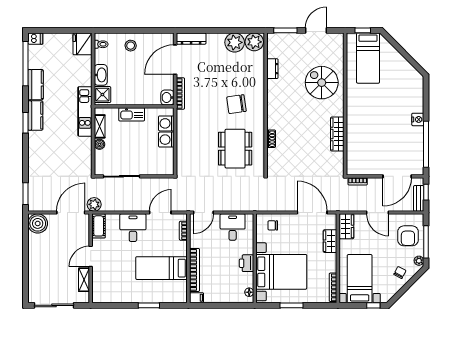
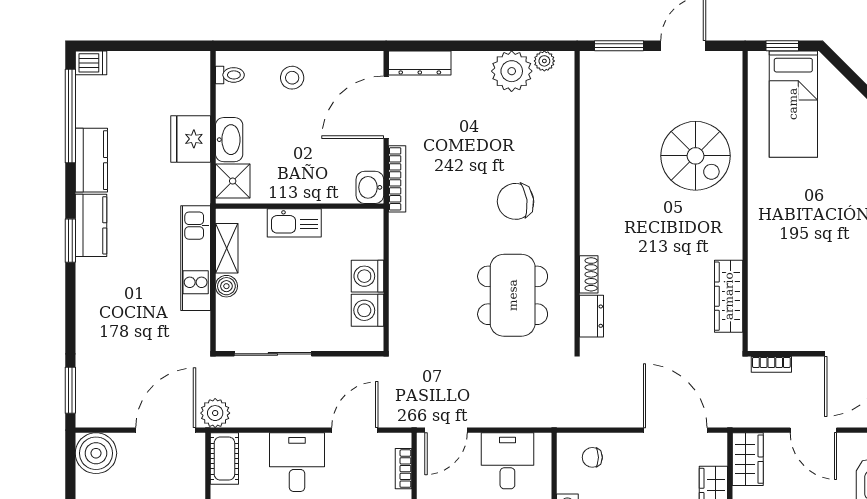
plant: (254, 42) -> (544, 61), width x0.53, depth x0.53
fridge: (83, 44) -> (191, 139), moved
dresser: (272, 69) -> (591, 316), moved
spiral stairs: (322, 83) -> (696, 156), turned 180
kitchen unit: (85, 111) -> (196, 258), moved
washing machine: (166, 123) -> (367, 310), moved
wardrobe: (337, 134) -> (729, 296), moved

